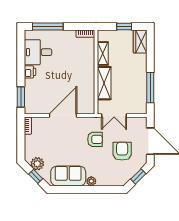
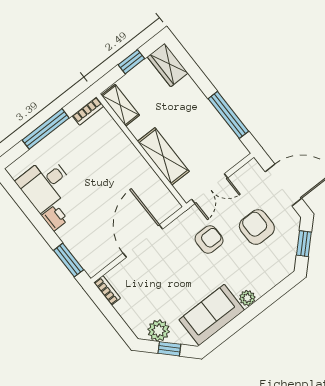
window: (48, 27) -> (46, 129), moved
shelving: (103, 53) -> (120, 105), moved

